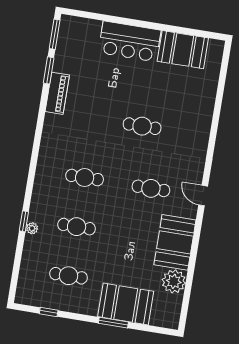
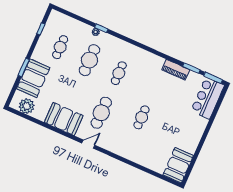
bar counter: (130, 41) -> (208, 98), moved
booth: (183, 50) -> (178, 165), moved
cafe table: (151, 188) -> (101, 113), width x1.37, depth x1.35
cafe table: (77, 227) -> (89, 60), width x1.37, depth x1.35
plant: (174, 281) -> (27, 106), moved

